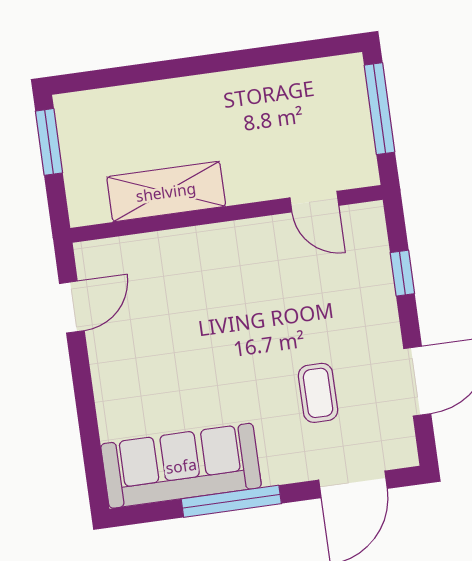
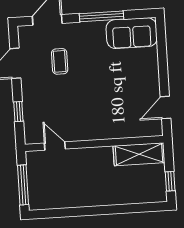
window: (49, 142) -> (170, 181), width x0.67
shelving: (166, 192) -> (139, 154), moved
sofa: (181, 466) -> (132, 33), width x0.73

